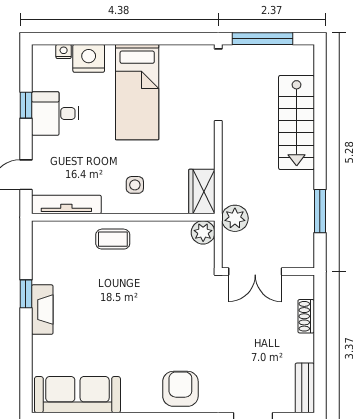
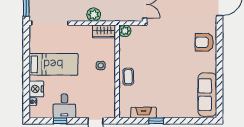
tv unit: (66, 204) -> (111, 100), removed
plant: (235, 218) -> (94, 15), moved
fireplace: (42, 310) -> (144, 113), moved

